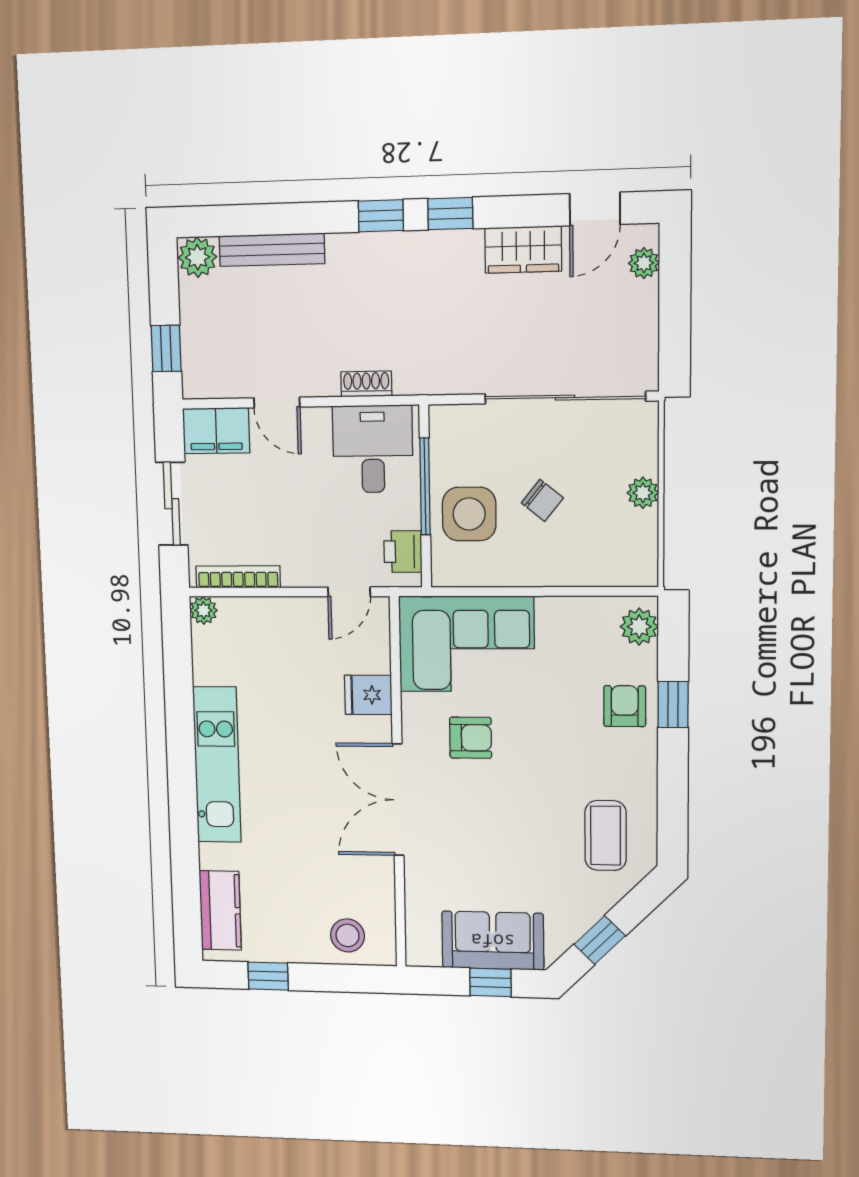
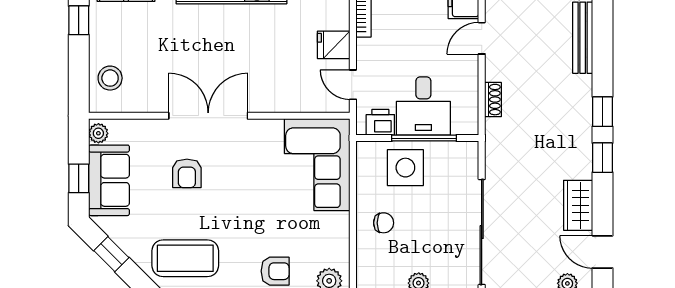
desk: (373, 449) -> (423, 106), moved, turned 90
chair: (542, 500) -> (384, 223), moved, turned -129
fridge: (368, 695) -> (334, 45), moved, turned -90
armchair: (471, 738) -> (187, 173), moved
coffee table: (606, 836) -> (185, 258), width x1.36, depth x1.32
plant: (426, 954) -> (98, 133), added

